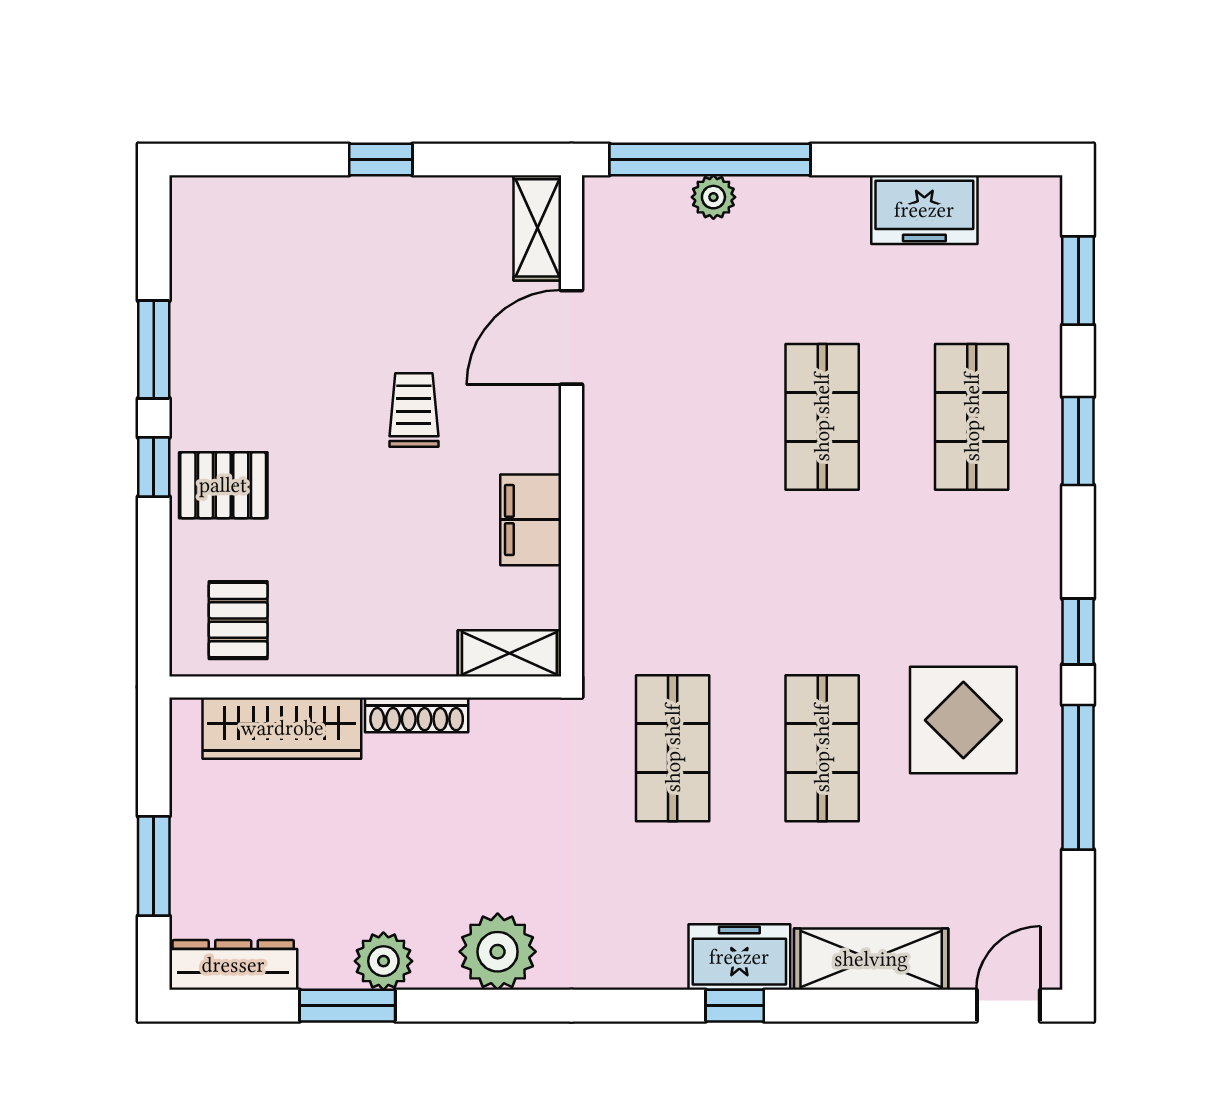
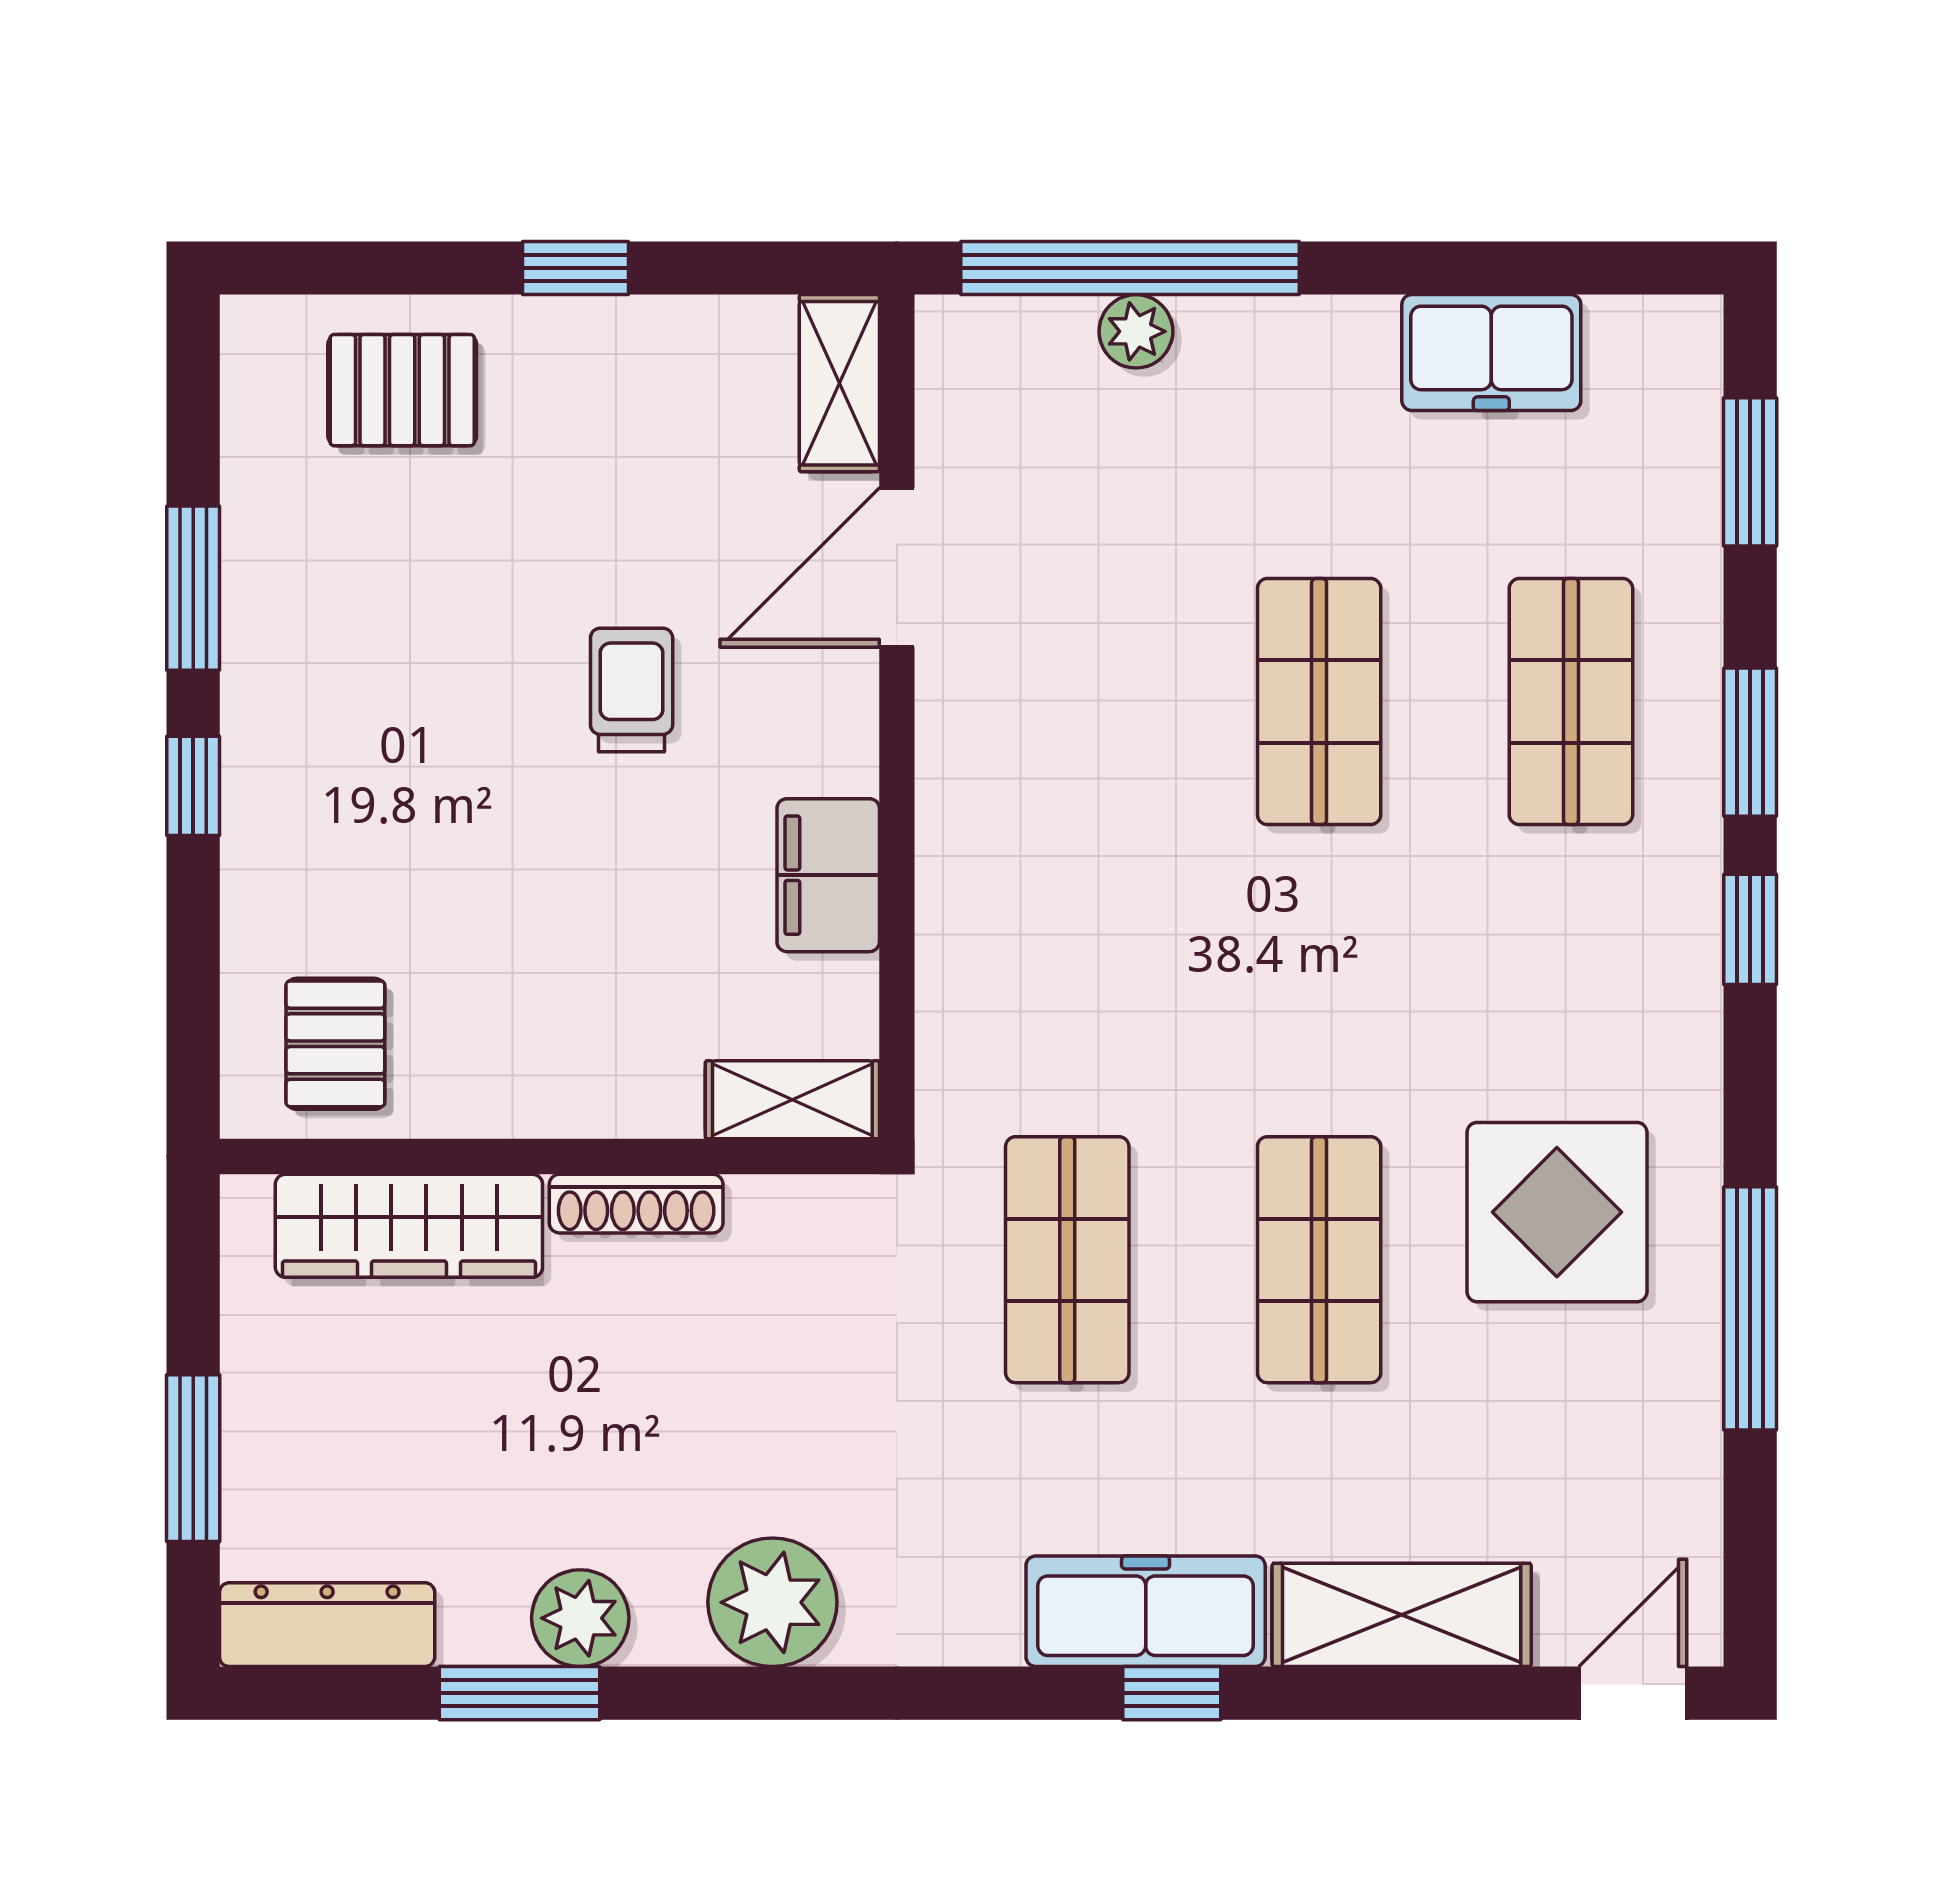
pallet: (223, 485) -> (402, 390), moved
window: (1078, 631) -> (1750, 929), moved
freezer: (739, 957) -> (1146, 1611), width x1.40

